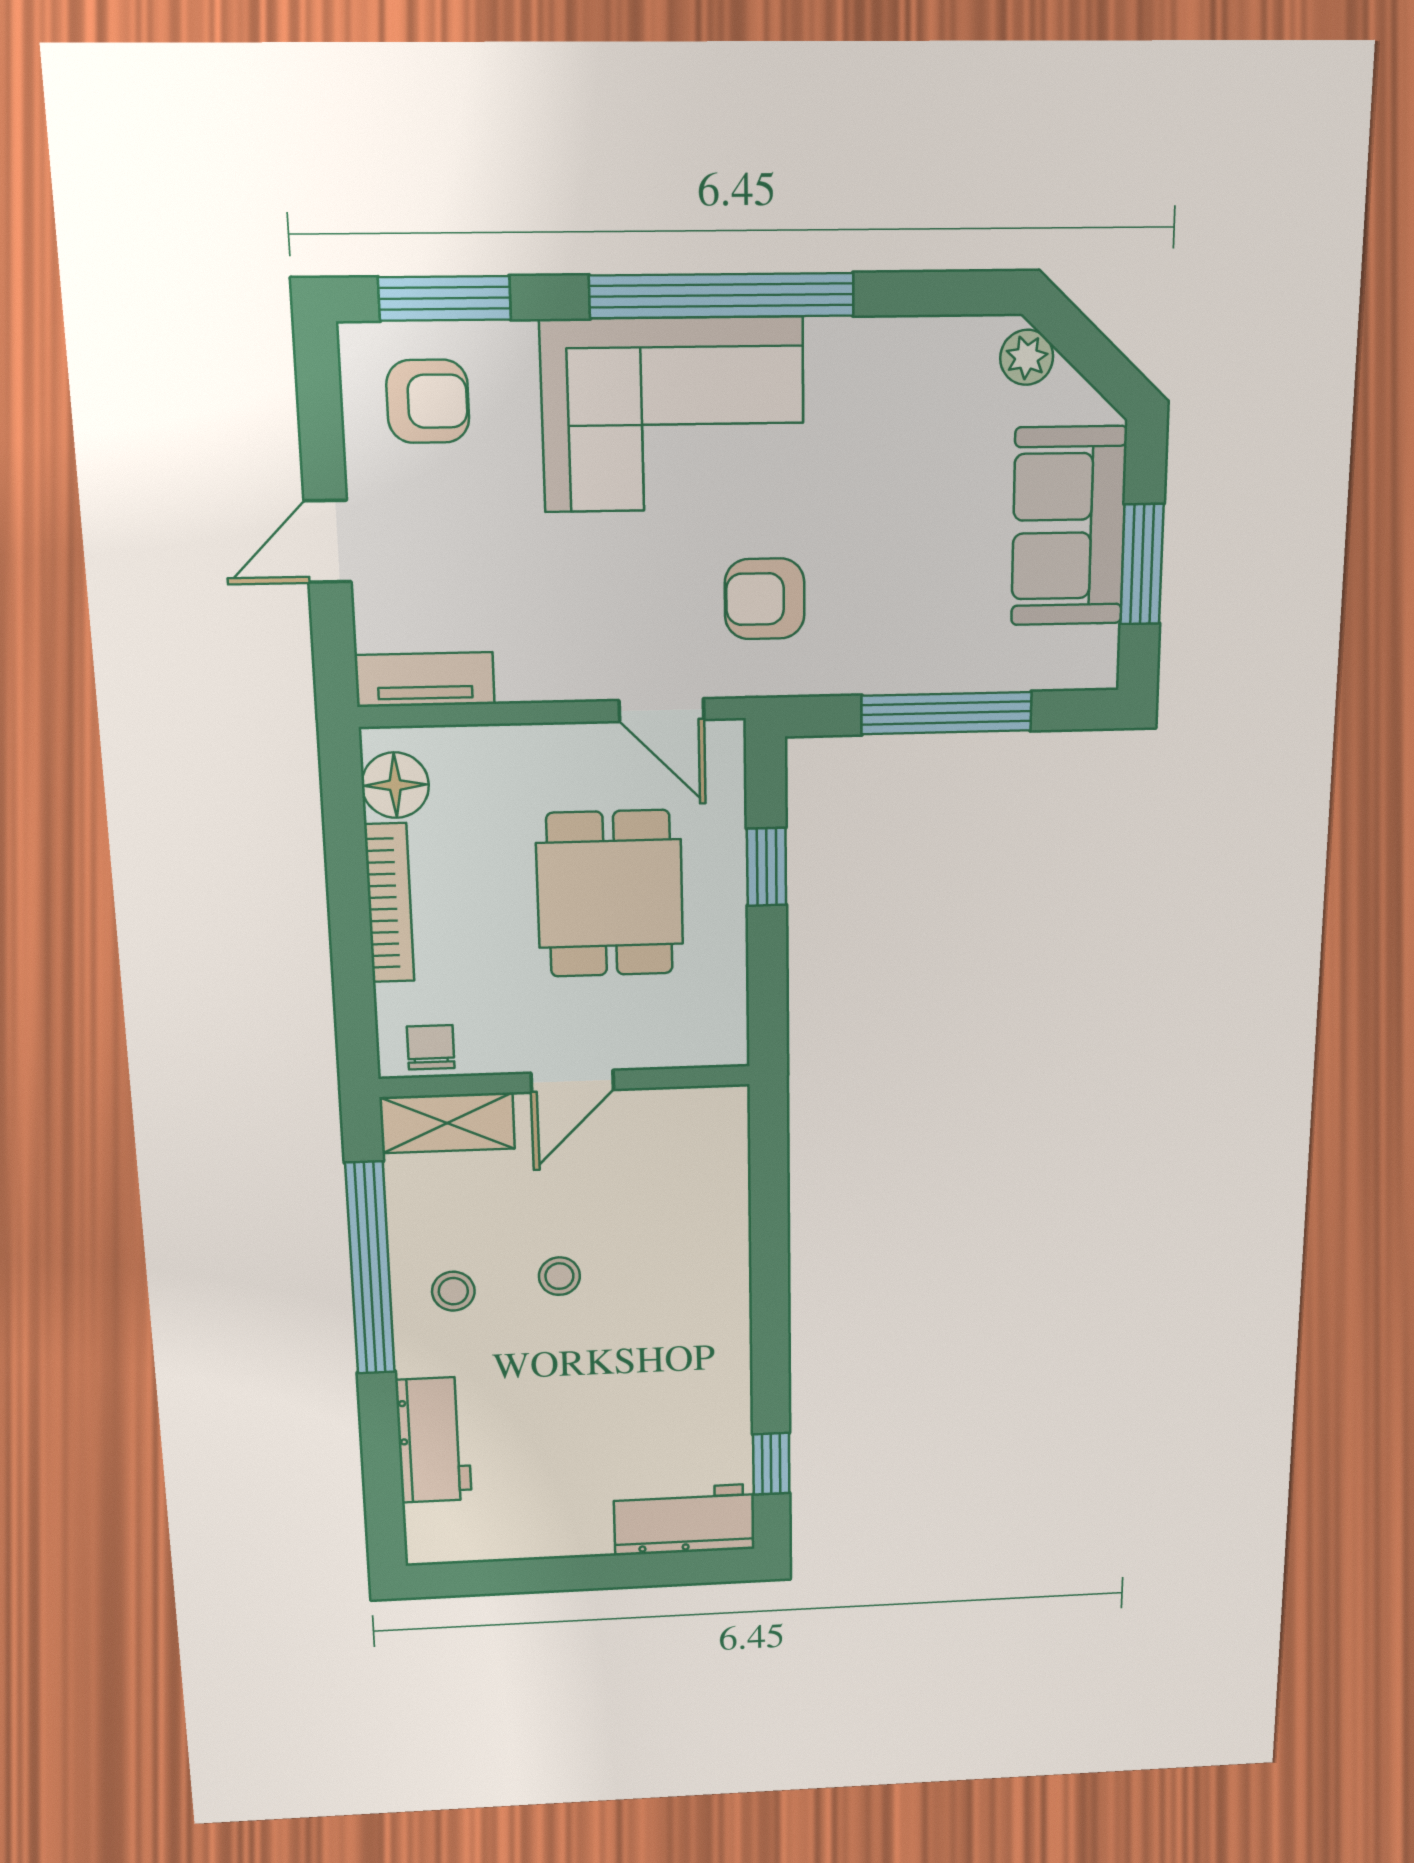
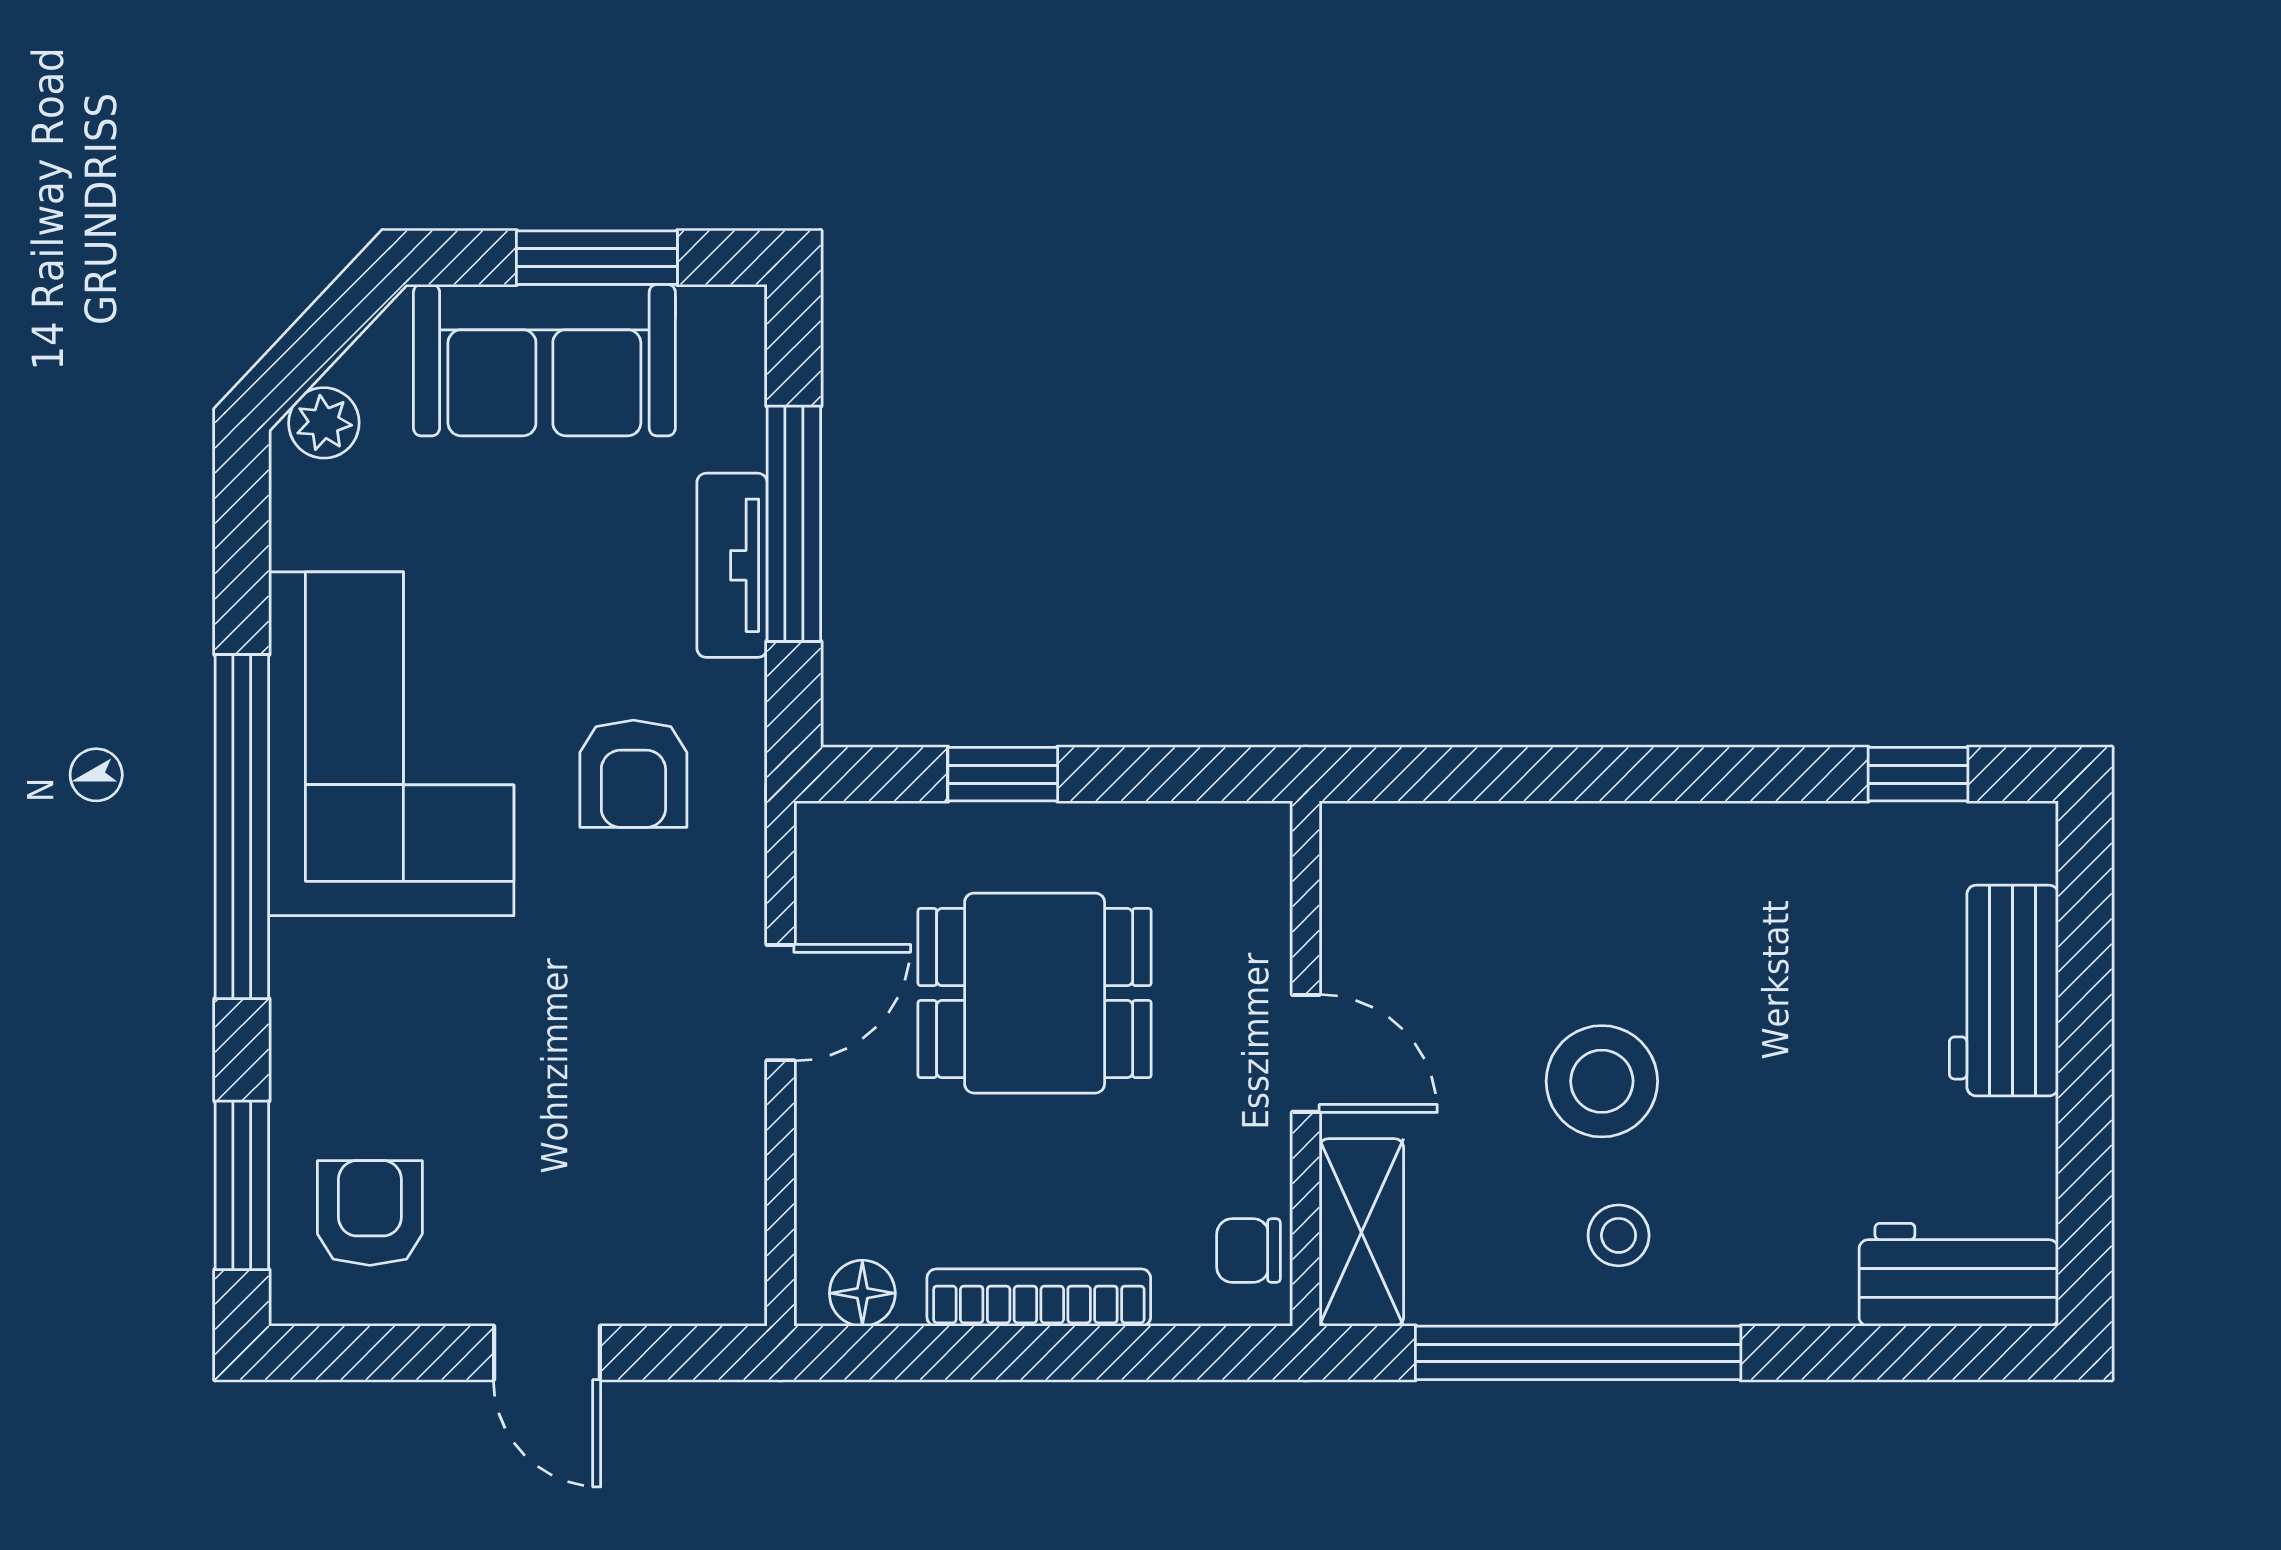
corner sofa: (673, 415) -> (391, 744), moved
tv unit: (425, 680) -> (732, 565), moved
door: (661, 710) -> (781, 1003), moved
floor lamp: (395, 785) -> (862, 1293), width x0.73, depth x0.73
stool: (559, 1276) -> (1602, 1081), width x1.89, depth x1.89
workbench: (434, 1440) -> (1959, 1275), moved
workbench: (684, 1520) -> (2004, 991), moved

